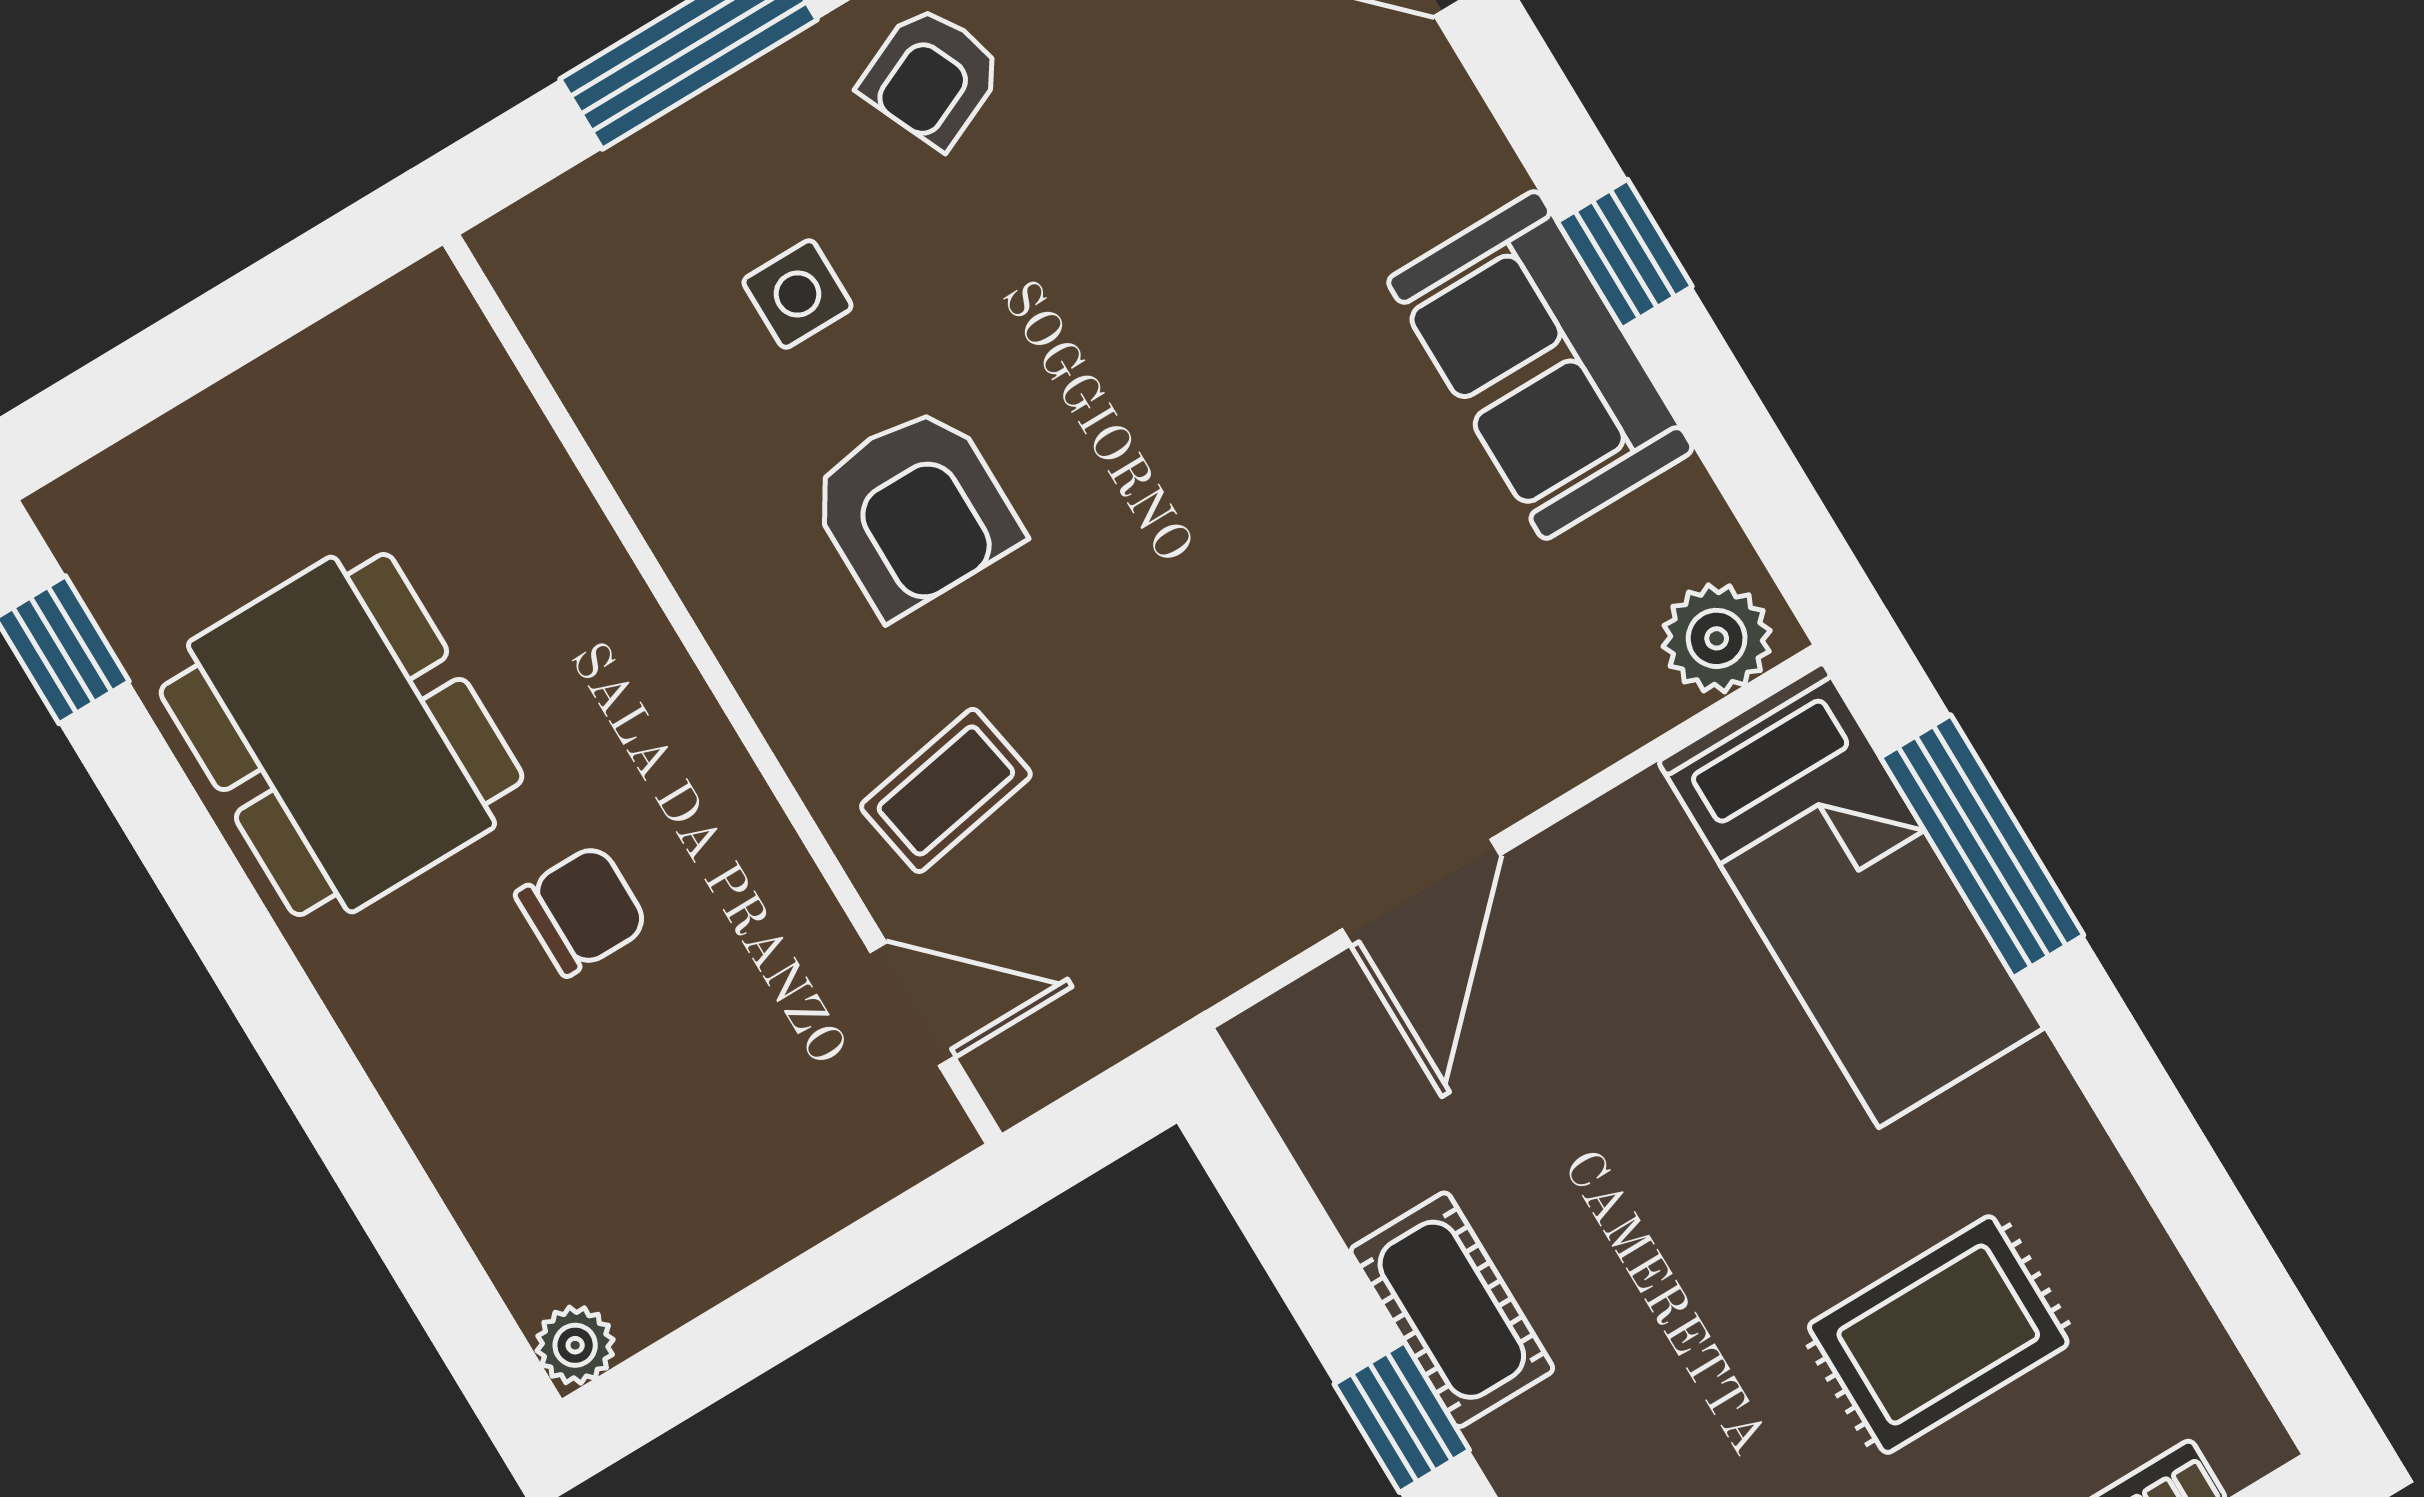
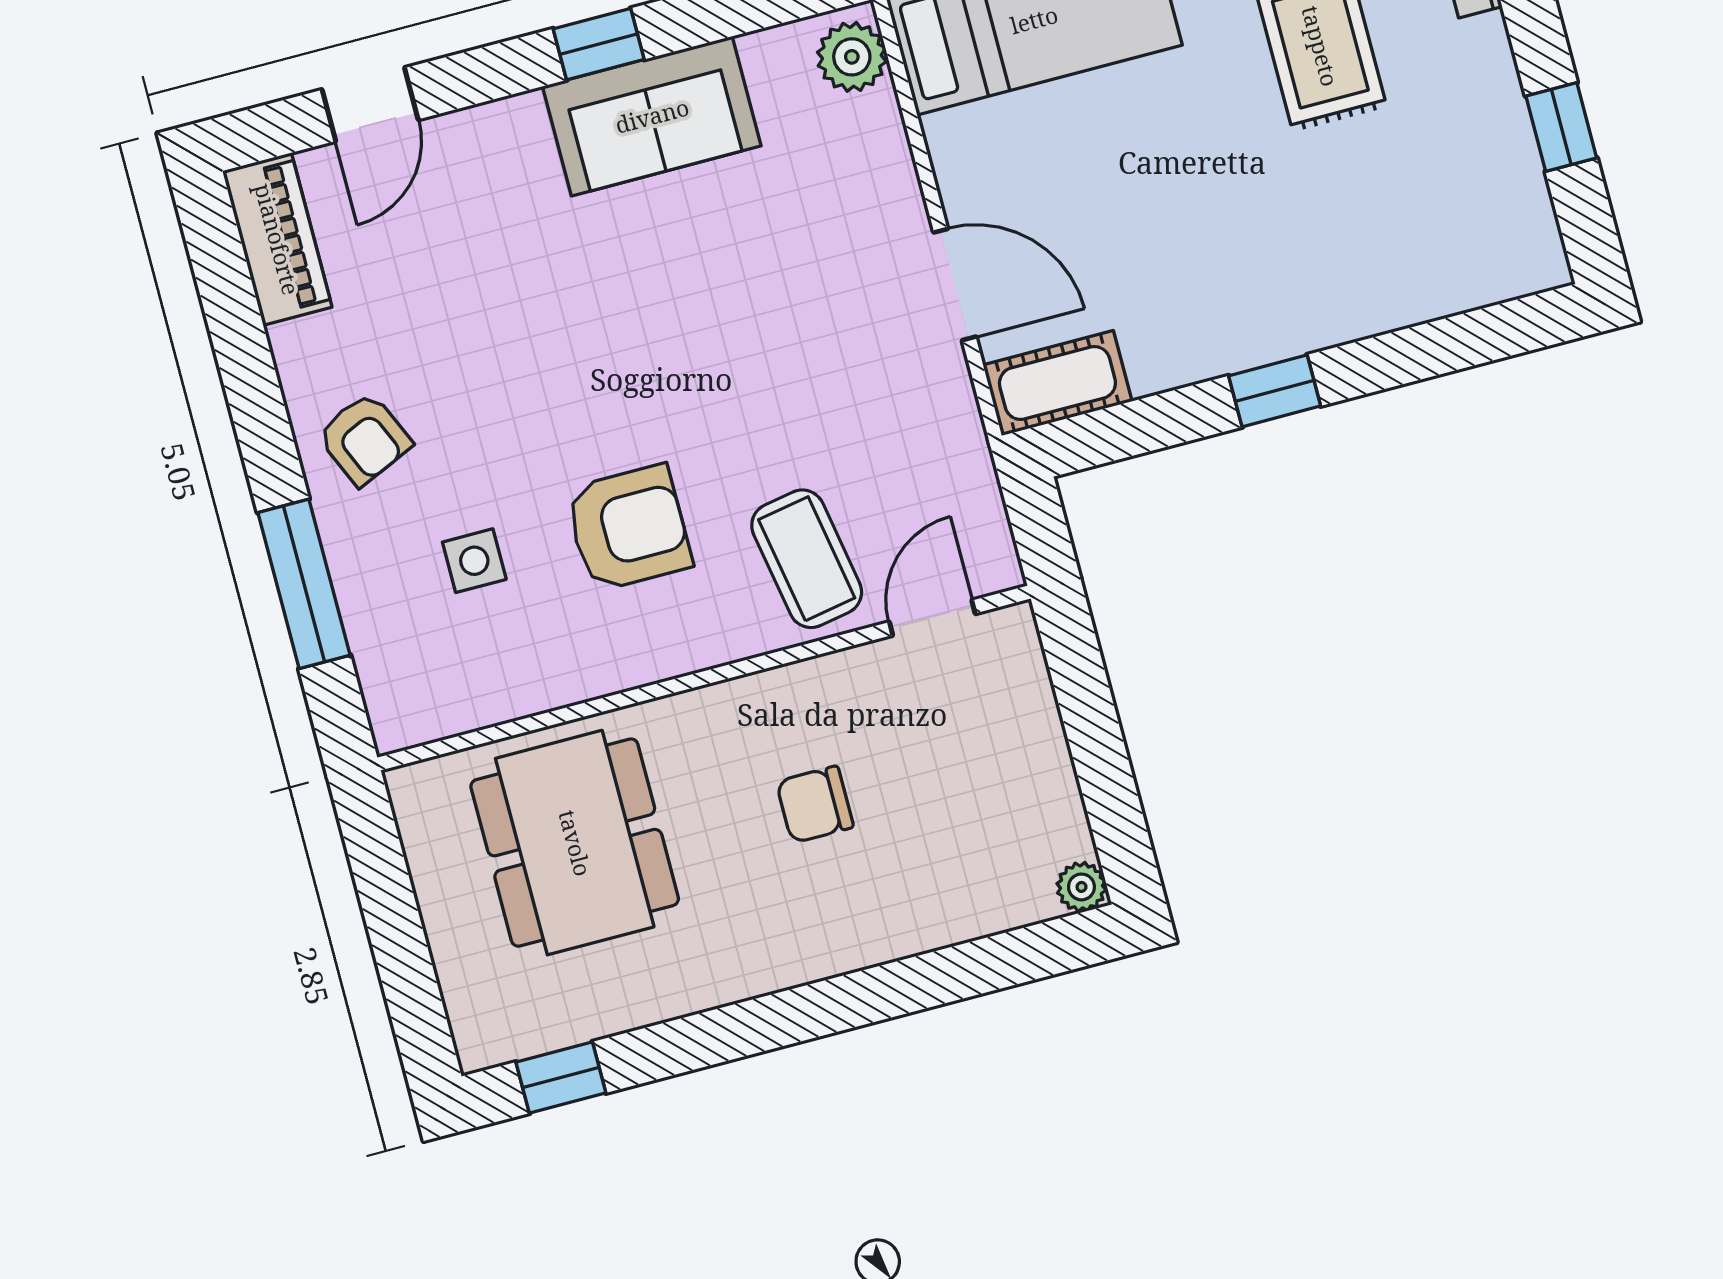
dining table: (342, 735) -> (575, 843), moved, turned 90
coffee table: (946, 790) -> (807, 559), width x1.36, depth x1.30
chair: (582, 910) -> (815, 804), turned -90
cot: (1452, 1310) -> (1057, 383), moved

